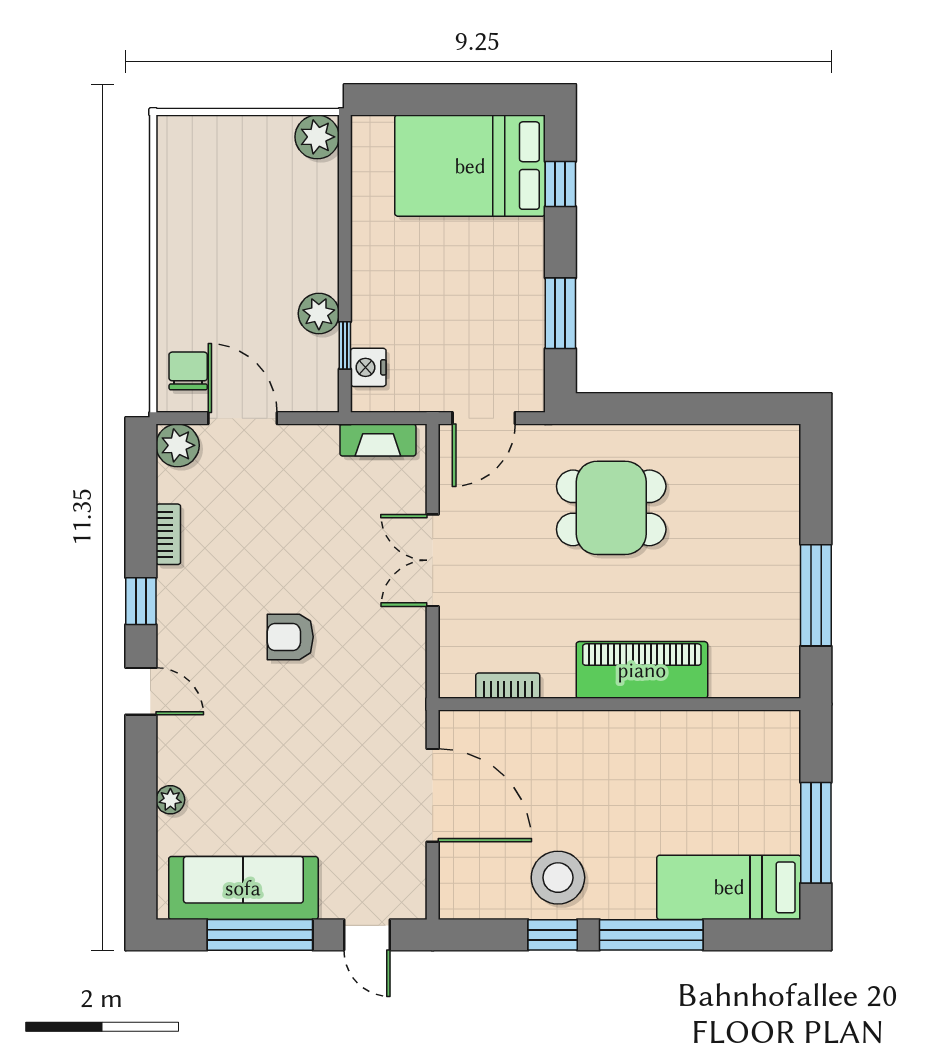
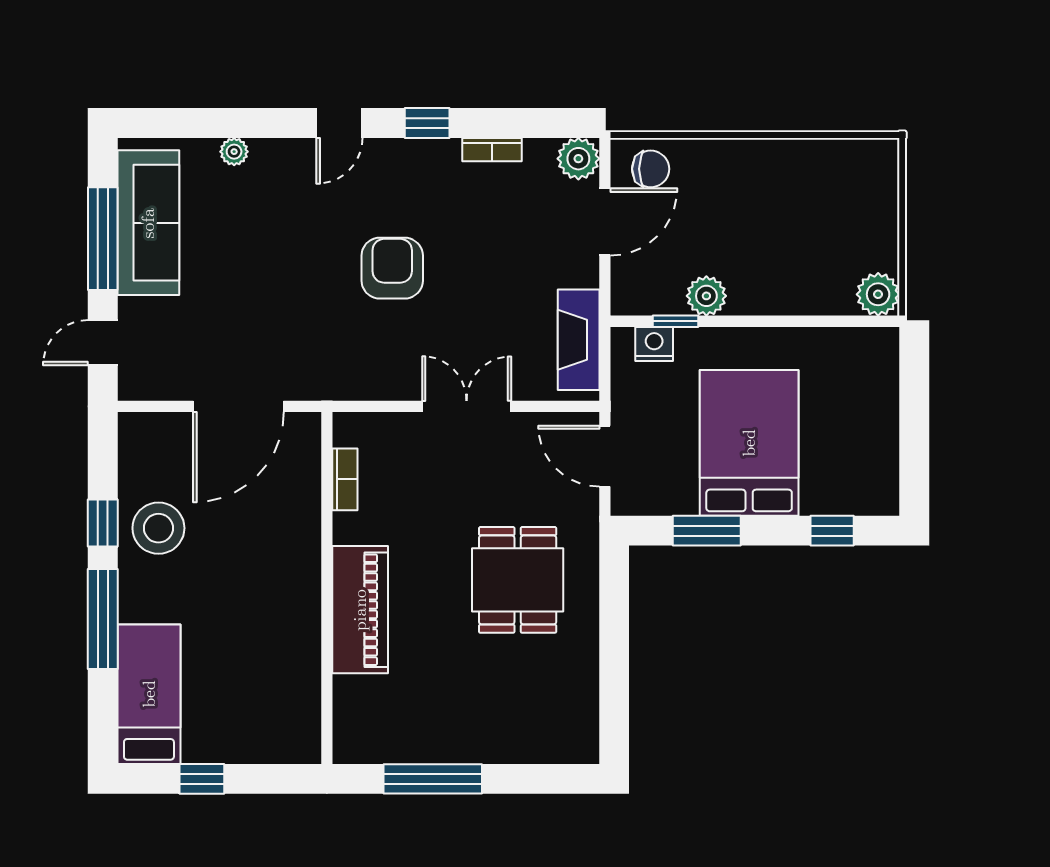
bed: (470, 166) -> (749, 443), moved
fireplace: (378, 440) -> (579, 340), width x1.37, depth x1.32
armchair: (290, 637) -> (392, 268), width x1.38, depth x1.38
window: (816, 833) -> (202, 779), width x0.46

